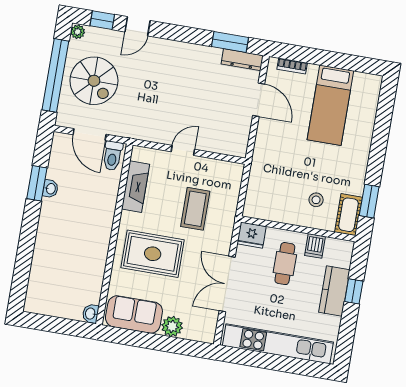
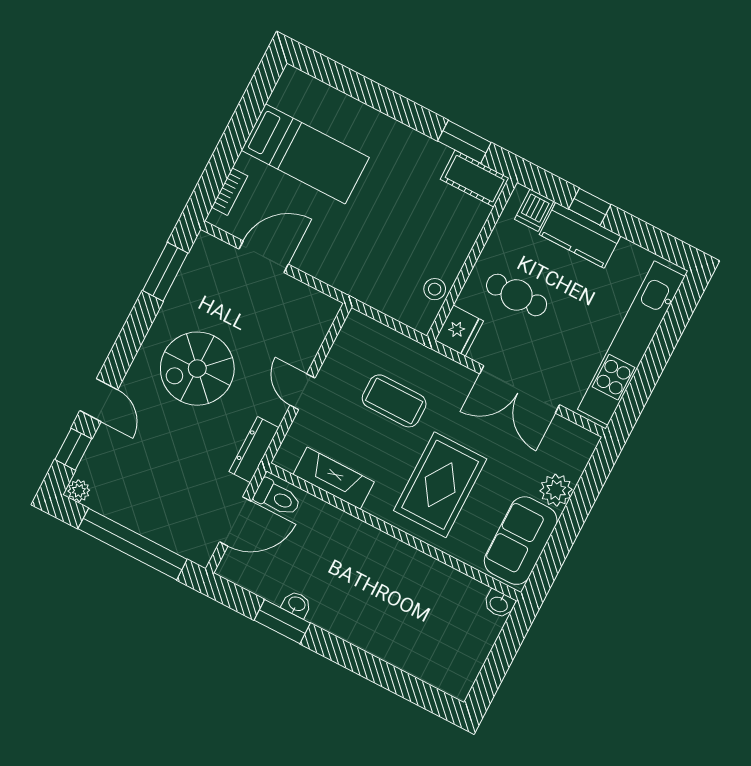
dresser: (242, 60) -> (254, 450), moved, turned 180
spiral stairs: (94, 81) -> (197, 369), moved, turned 180
stool: (316, 200) -> (435, 289), moved
dishwasher: (315, 246) -> (534, 210), moved, turned 90

